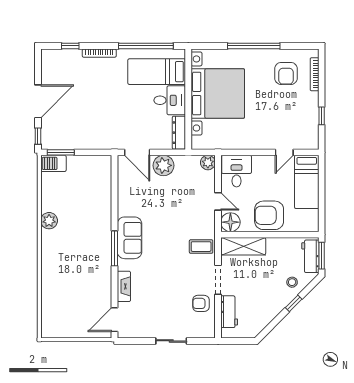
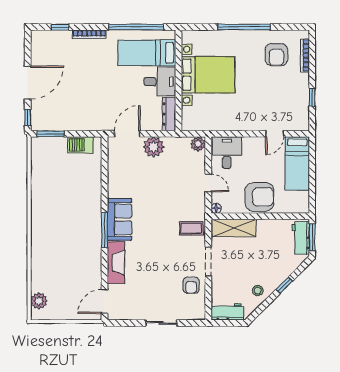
bed with nightstands: (218, 93) -> (208, 75), width x0.73
door: (137, 152) -> (127, 134), swing flipped
barbecue: (53, 163) -> (81, 145), moved
armchair: (269, 215) -> (259, 197), turned 180
plant: (49, 221) -> (39, 301), moved
floor lamp: (230, 222) -> (216, 208), width x0.53, depth x0.53
stool: (292, 282) -> (258, 291), moved
fireplace: (124, 286) -> (116, 263), width x1.37, depth x1.32
armchair: (201, 303) -> (191, 285), turned -90
workbench: (229, 312) -> (228, 312), moved, turned -90

